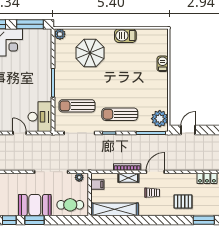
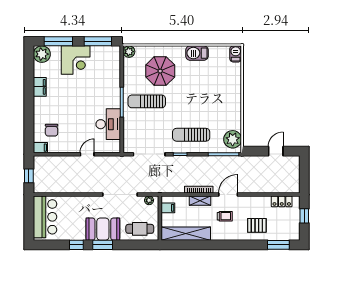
barbecue: (163, 64) -> (236, 54), moved
sun lounger: (77, 106) -> (147, 101), moved
desk: (40, 117) -> (108, 124), moved
door: (188, 130) -> (276, 151), moved
door: (20, 133) -> (87, 154), hinge flipped

